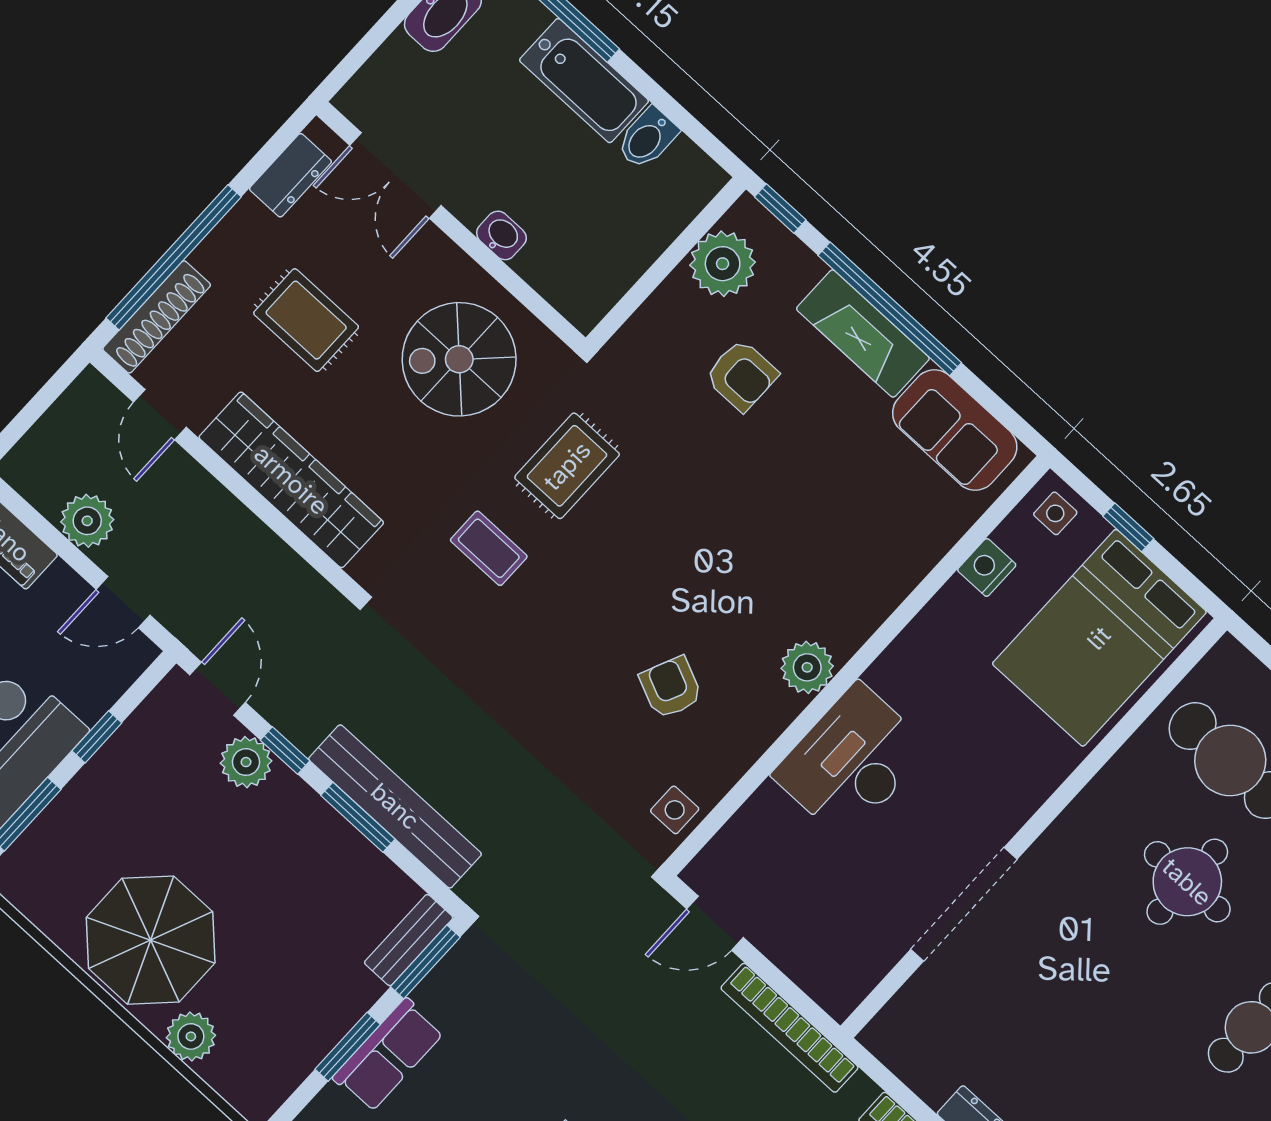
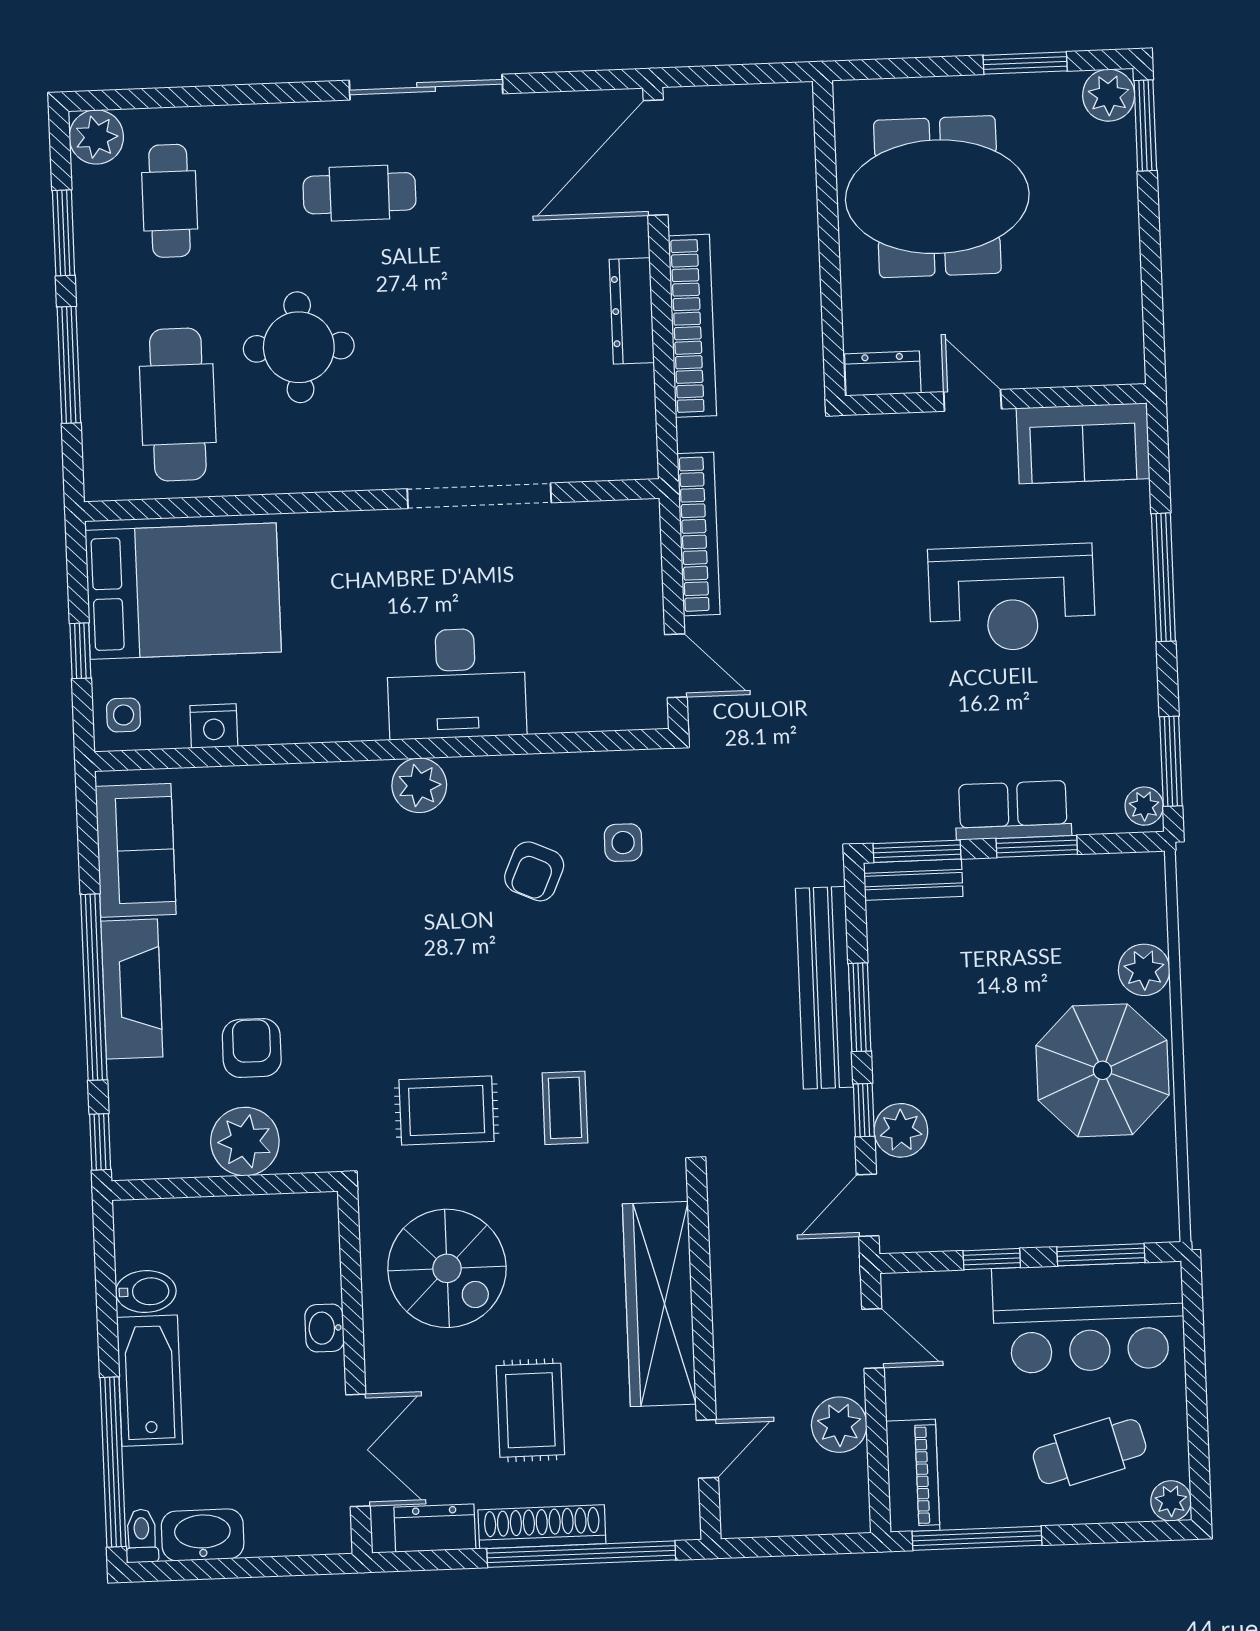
plant: (723, 264) -> (245, 1141), moved
shoe rack: (157, 317) -> (542, 1527), moved
side table: (675, 810) -> (623, 843), moved

